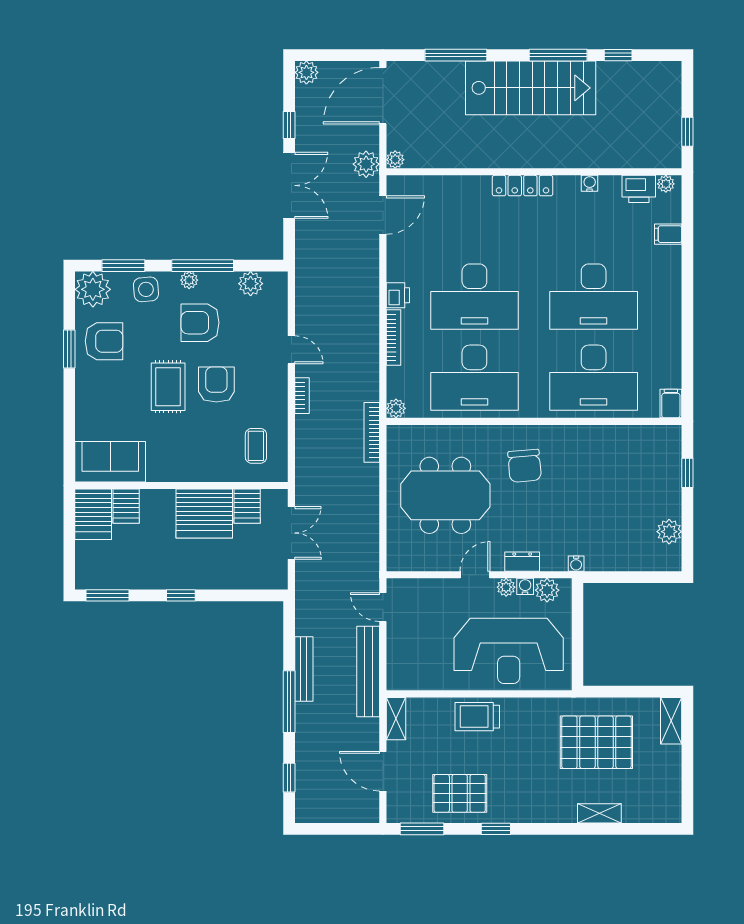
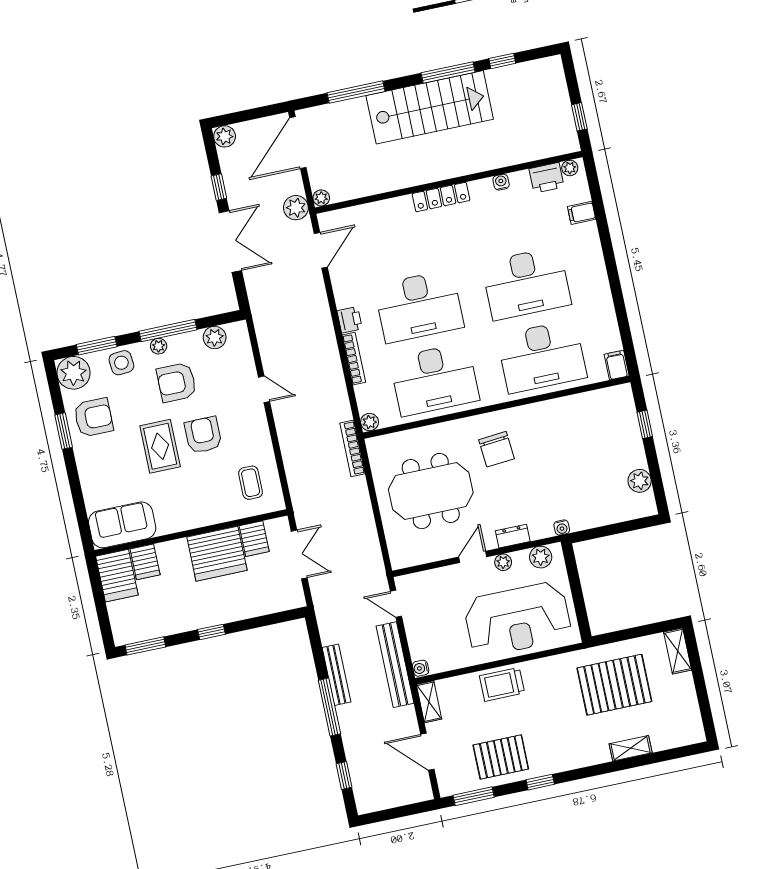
bookcase: (302, 396) -> (282, 429), removed
water cooler: (525, 586) -> (421, 668), moved, turned -90

